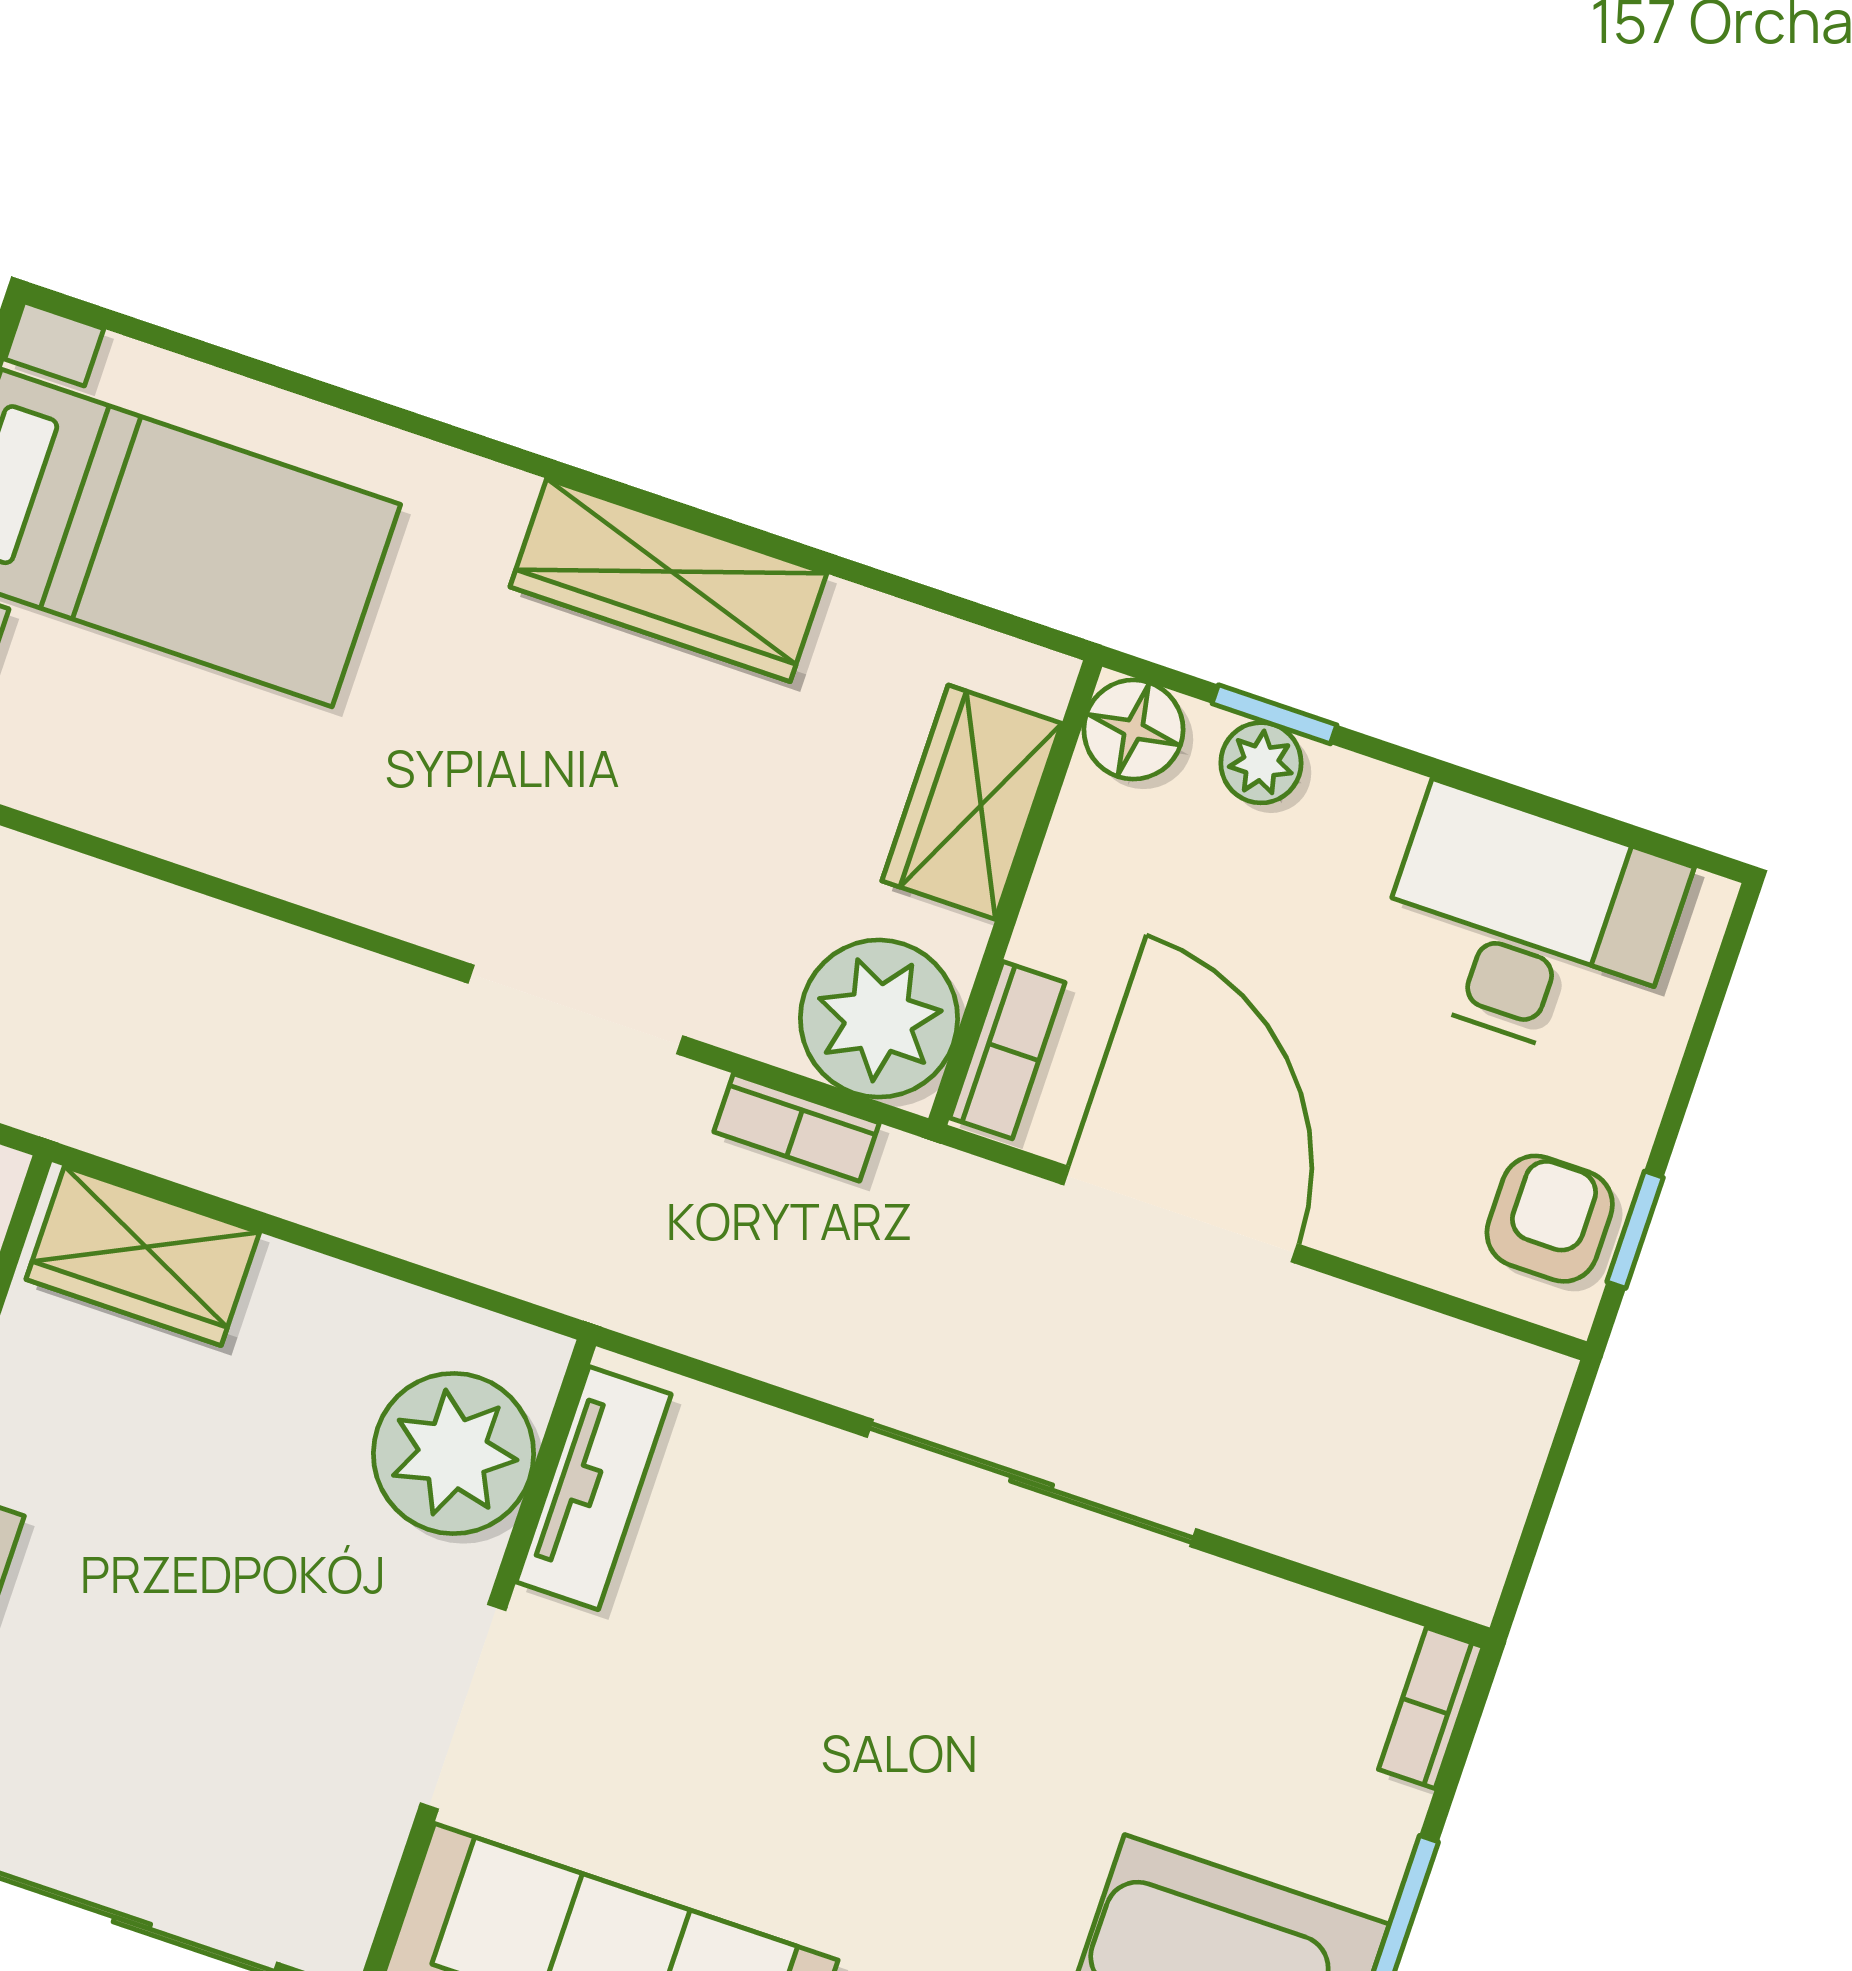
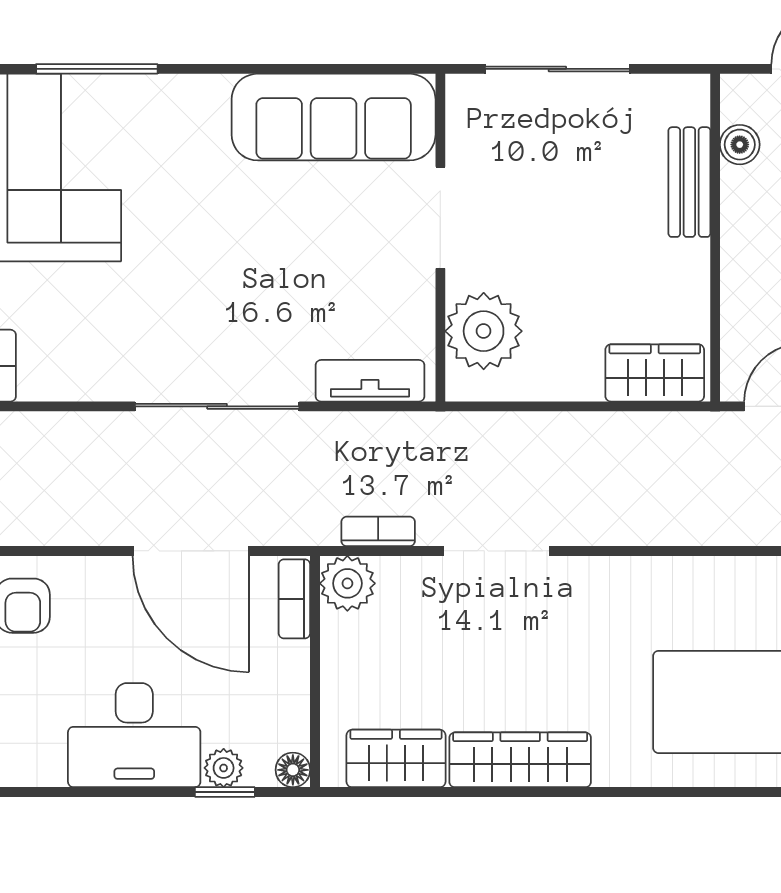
floor lamp: (1133, 730) -> (293, 770), width x0.73, depth x0.73
wardrobe: (972, 802) -> (396, 758), moved, turned -90
desk: (1528, 926) -> (134, 735), moved
plant: (879, 1019) -> (347, 583), width x0.73, depth x0.73
tv unit: (594, 1488) -> (370, 381), moved, turned 90

